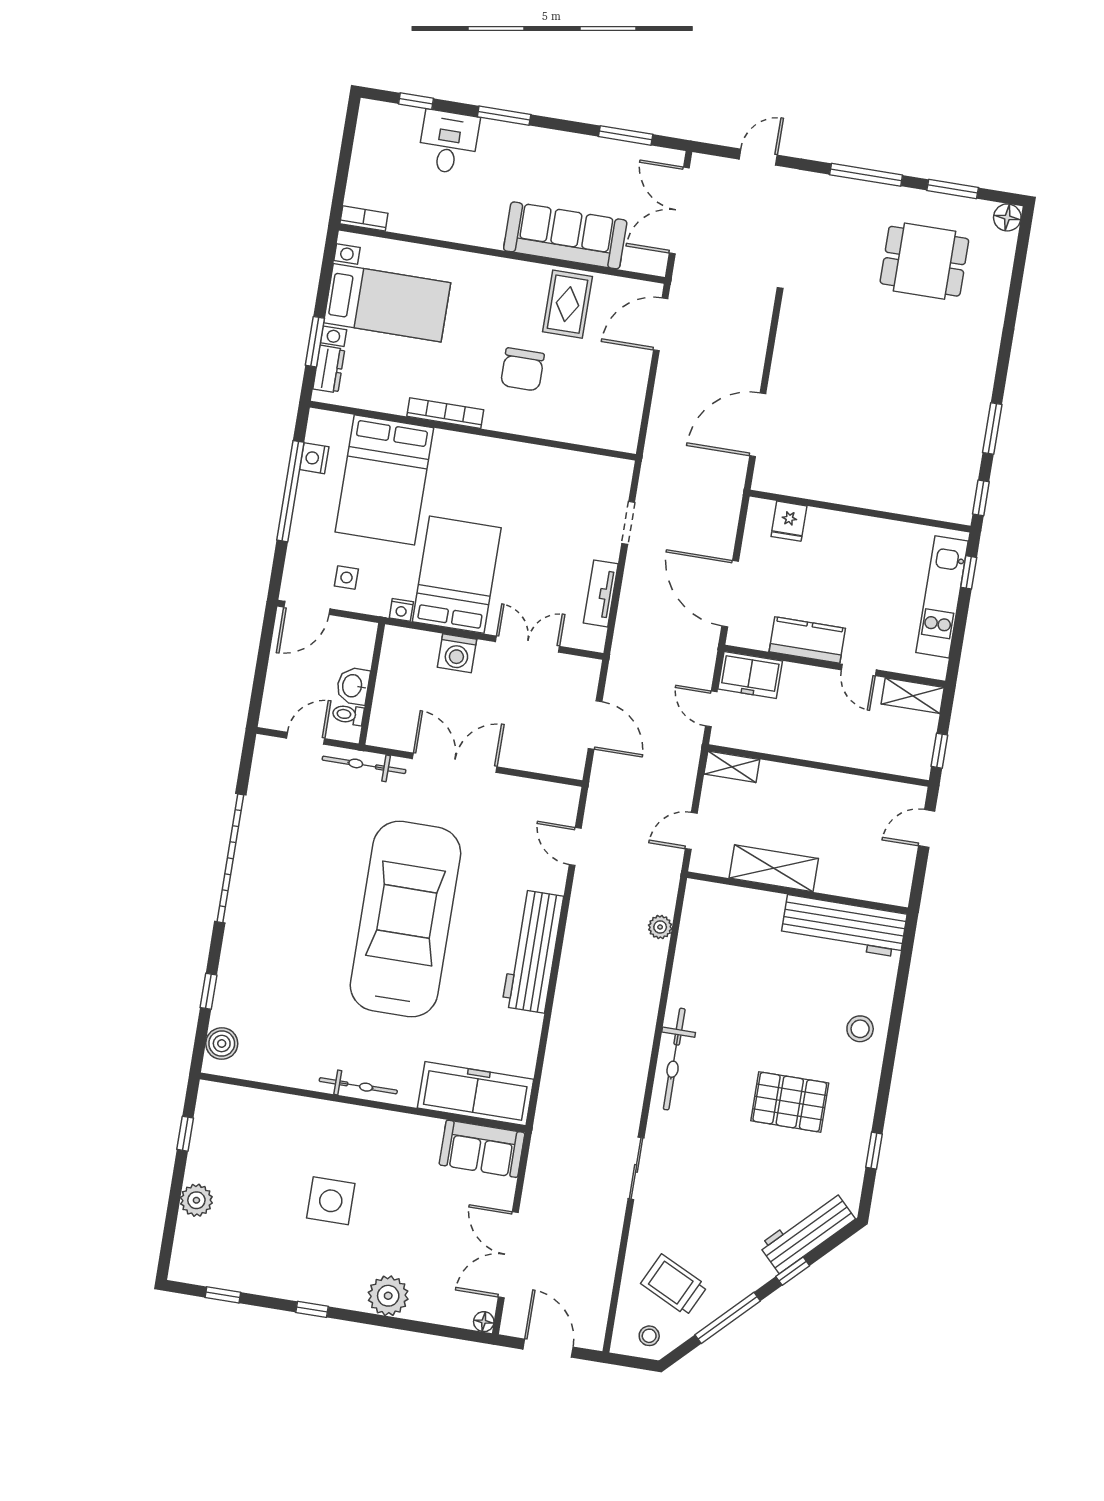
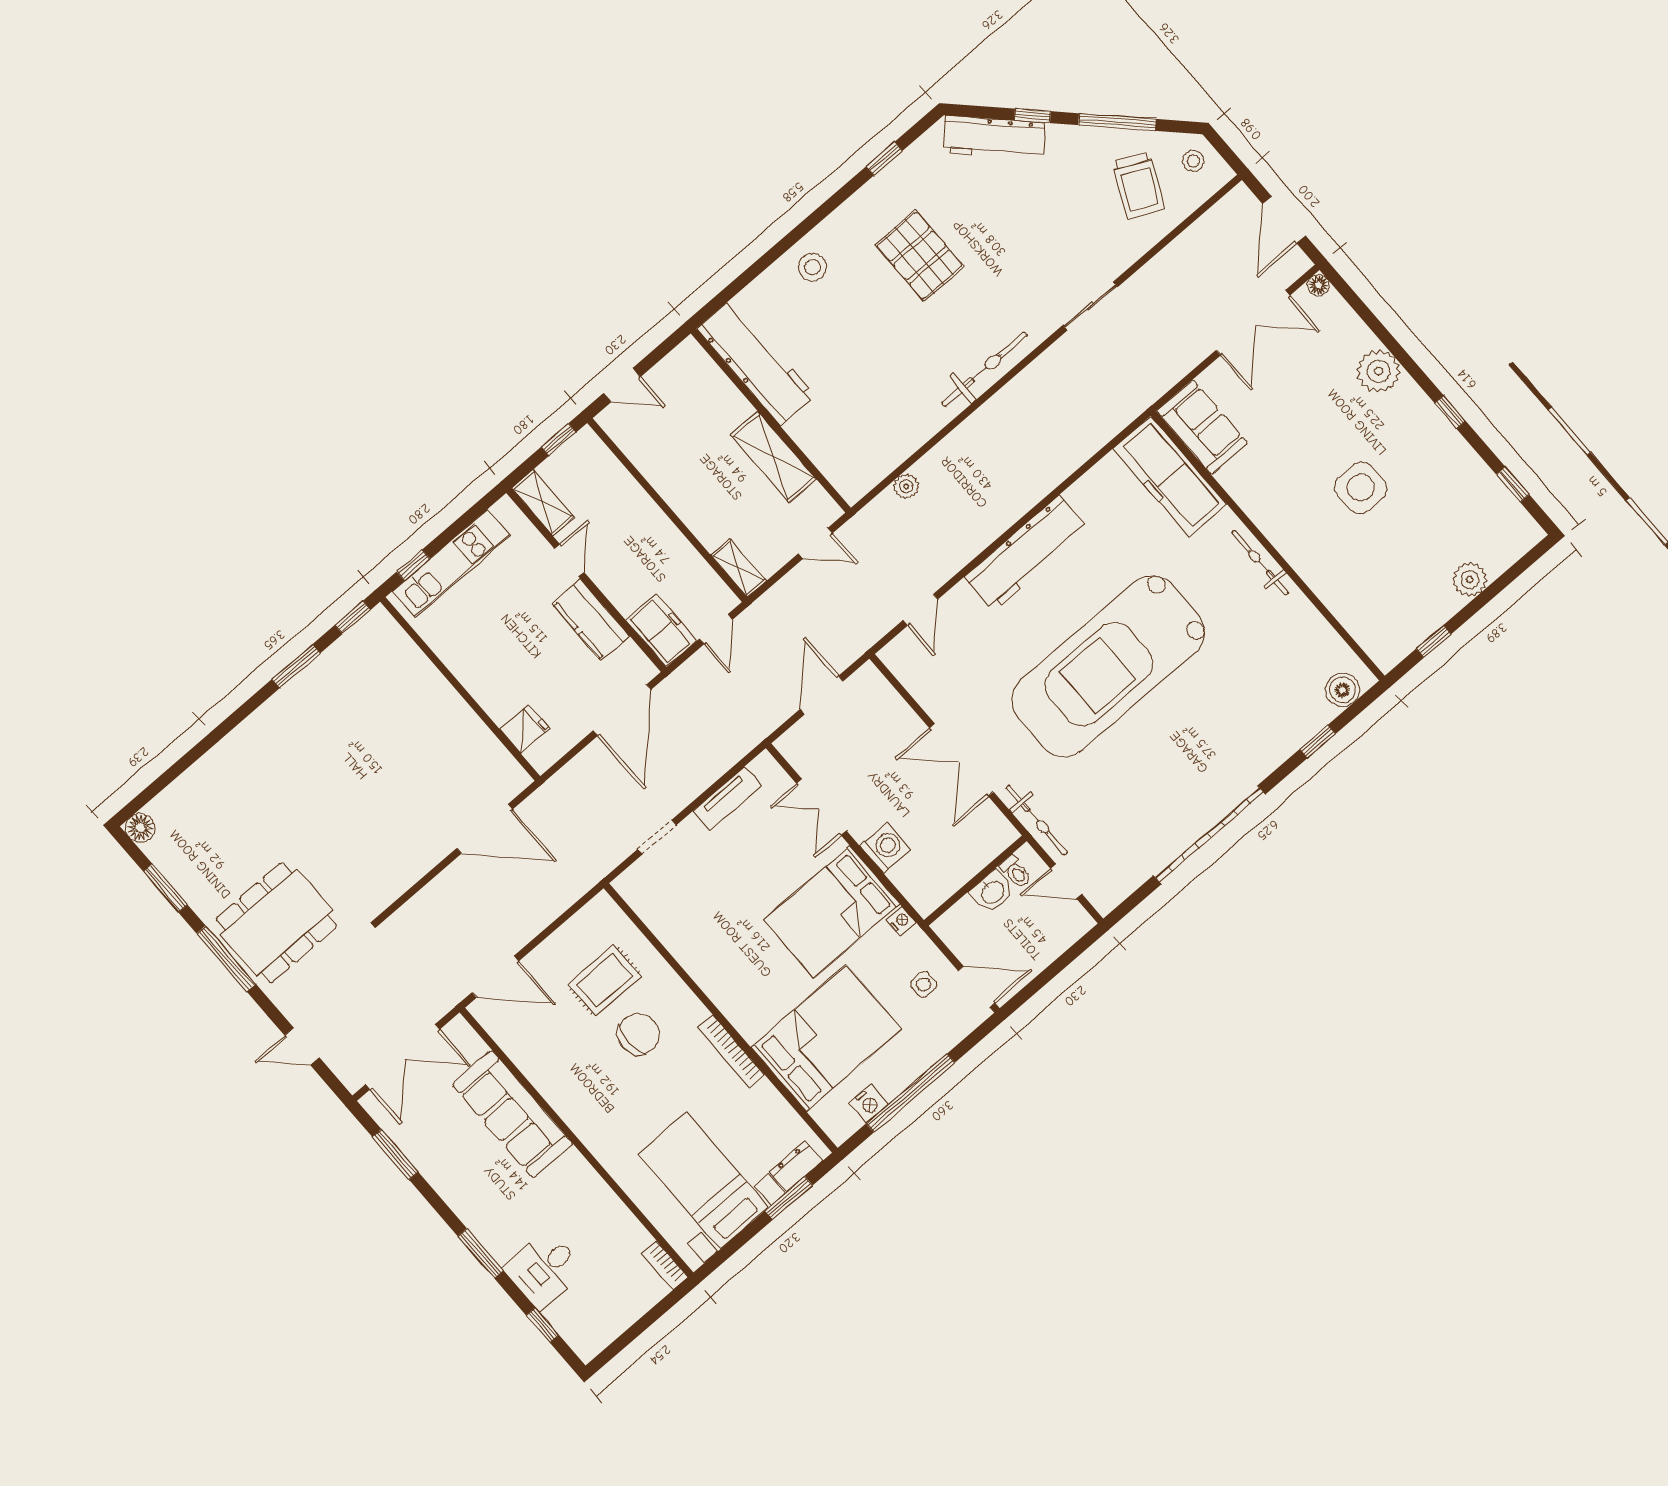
dining table: (924, 261) -> (276, 923), moved, width x1.37
rug: (567, 304) -> (605, 980), moved

